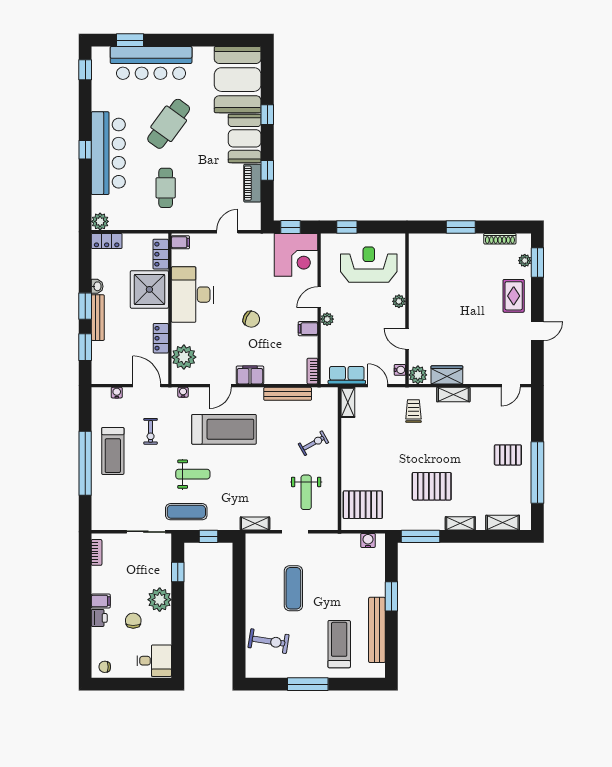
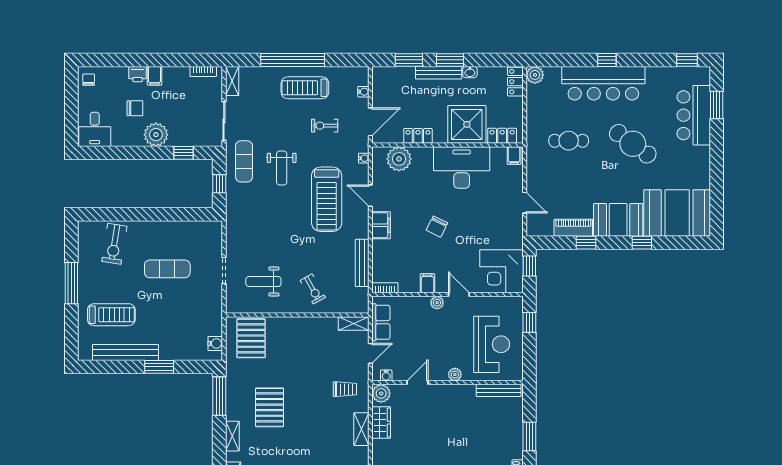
bar counter: (151, 63) -> (694, 115), width x0.73
bench: (415, 258) -> (499, 390), added
shelving: (255, 524) -> (232, 81), moved

